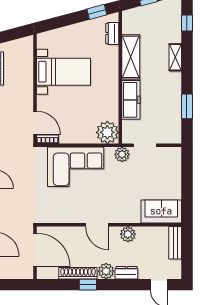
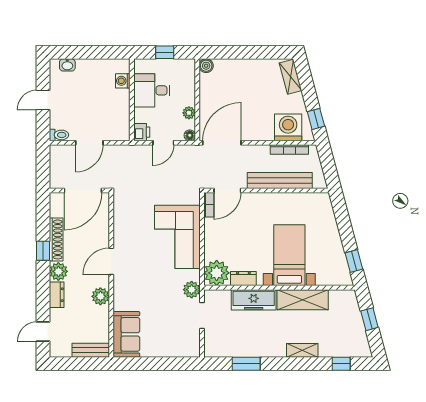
dresser: (112, 34) -> (243, 279), moved
bed with nightstands: (64, 72) -> (289, 255), moved, turned 180
bench: (26, 77) -> (280, 181), added

